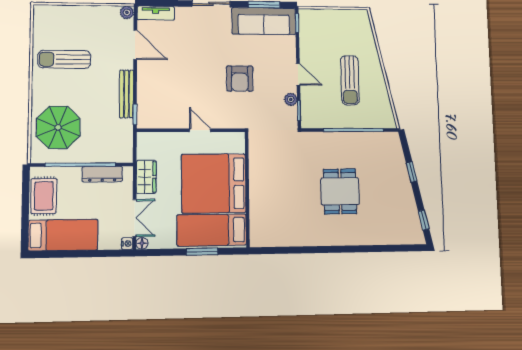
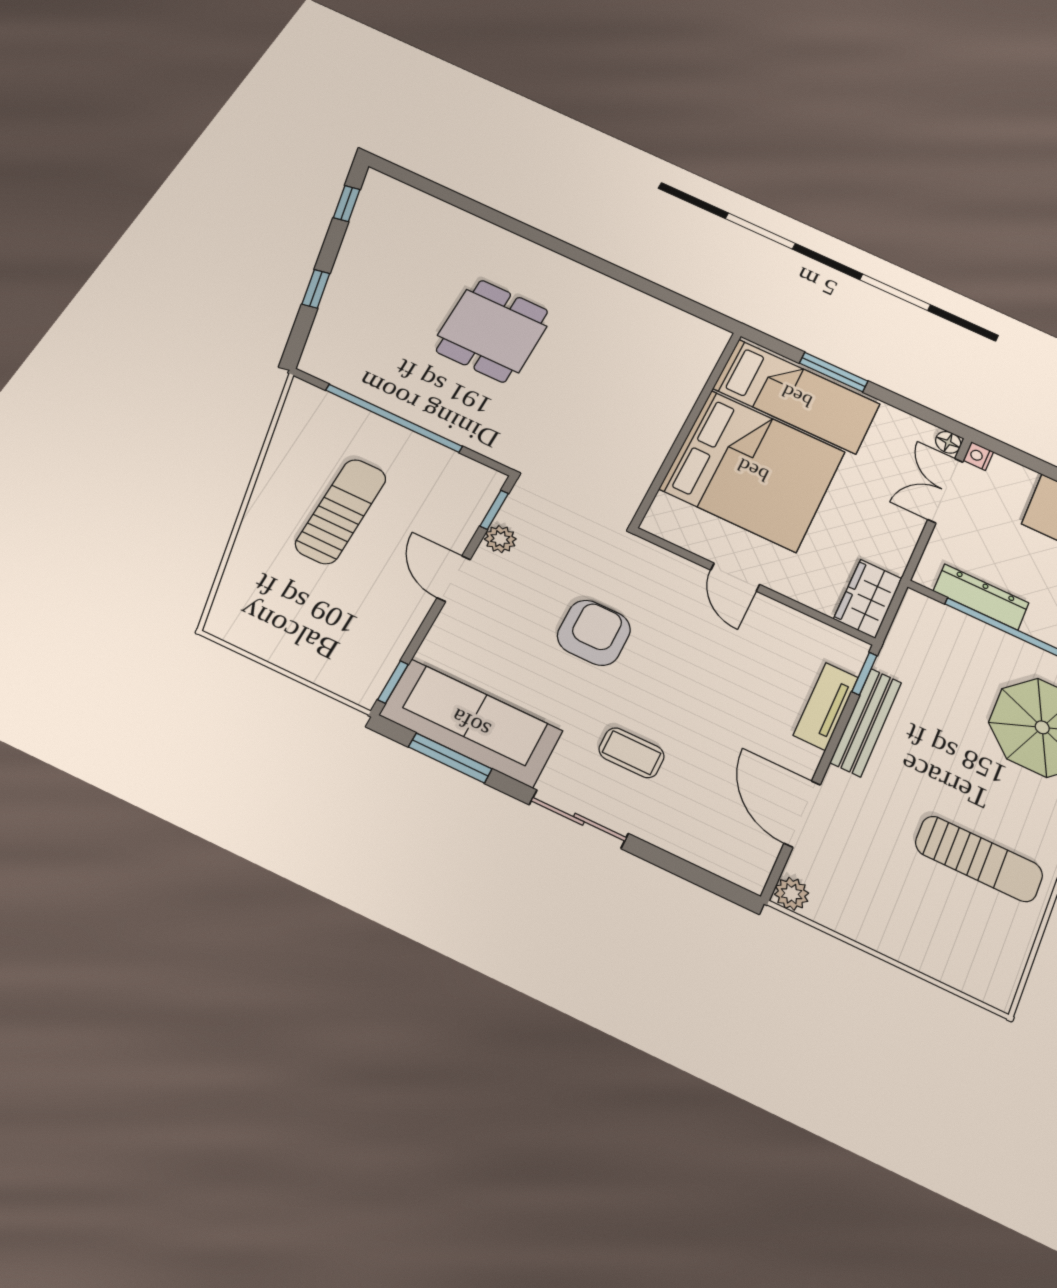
tv unit: (156, 13) -> (826, 706), moved, turned -90
coffee table: (205, 38) -> (632, 753), added
wardrobe: (146, 177) -> (868, 599), moved

